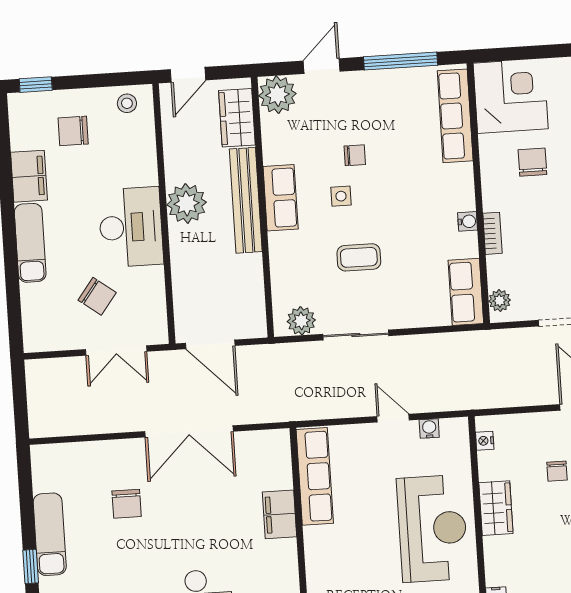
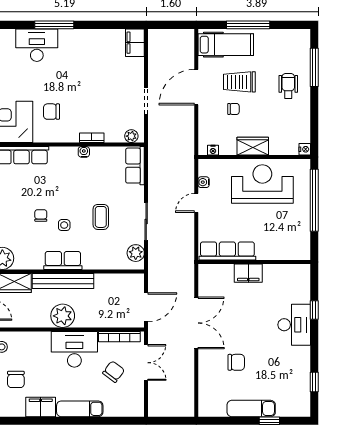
row of seats: (466, 292) -> (135, 166), moved, turned 90
bookcase: (157, 302) -> (119, 337), added

